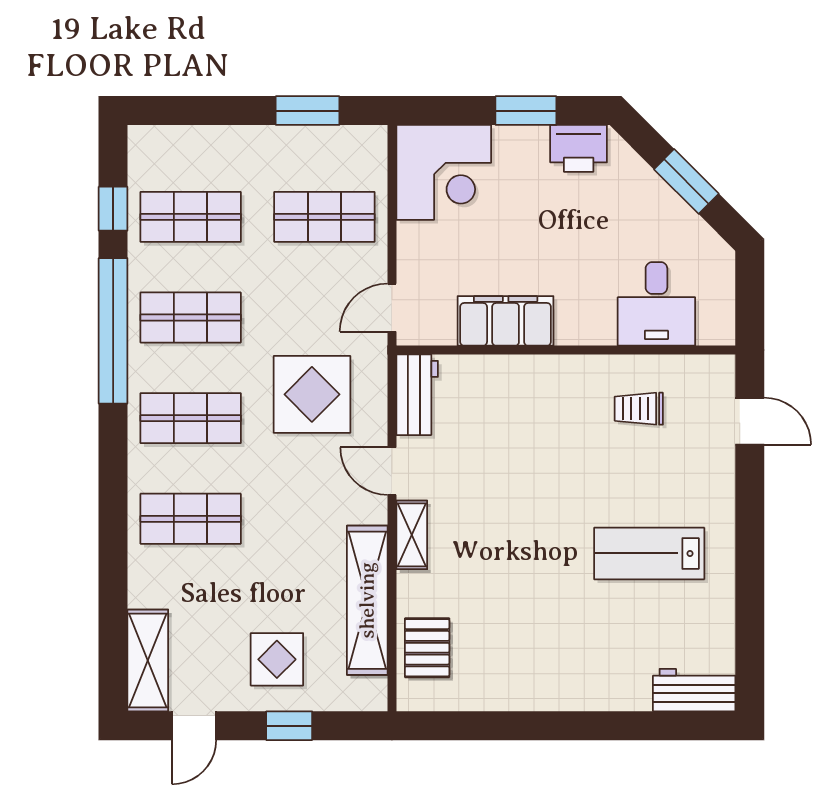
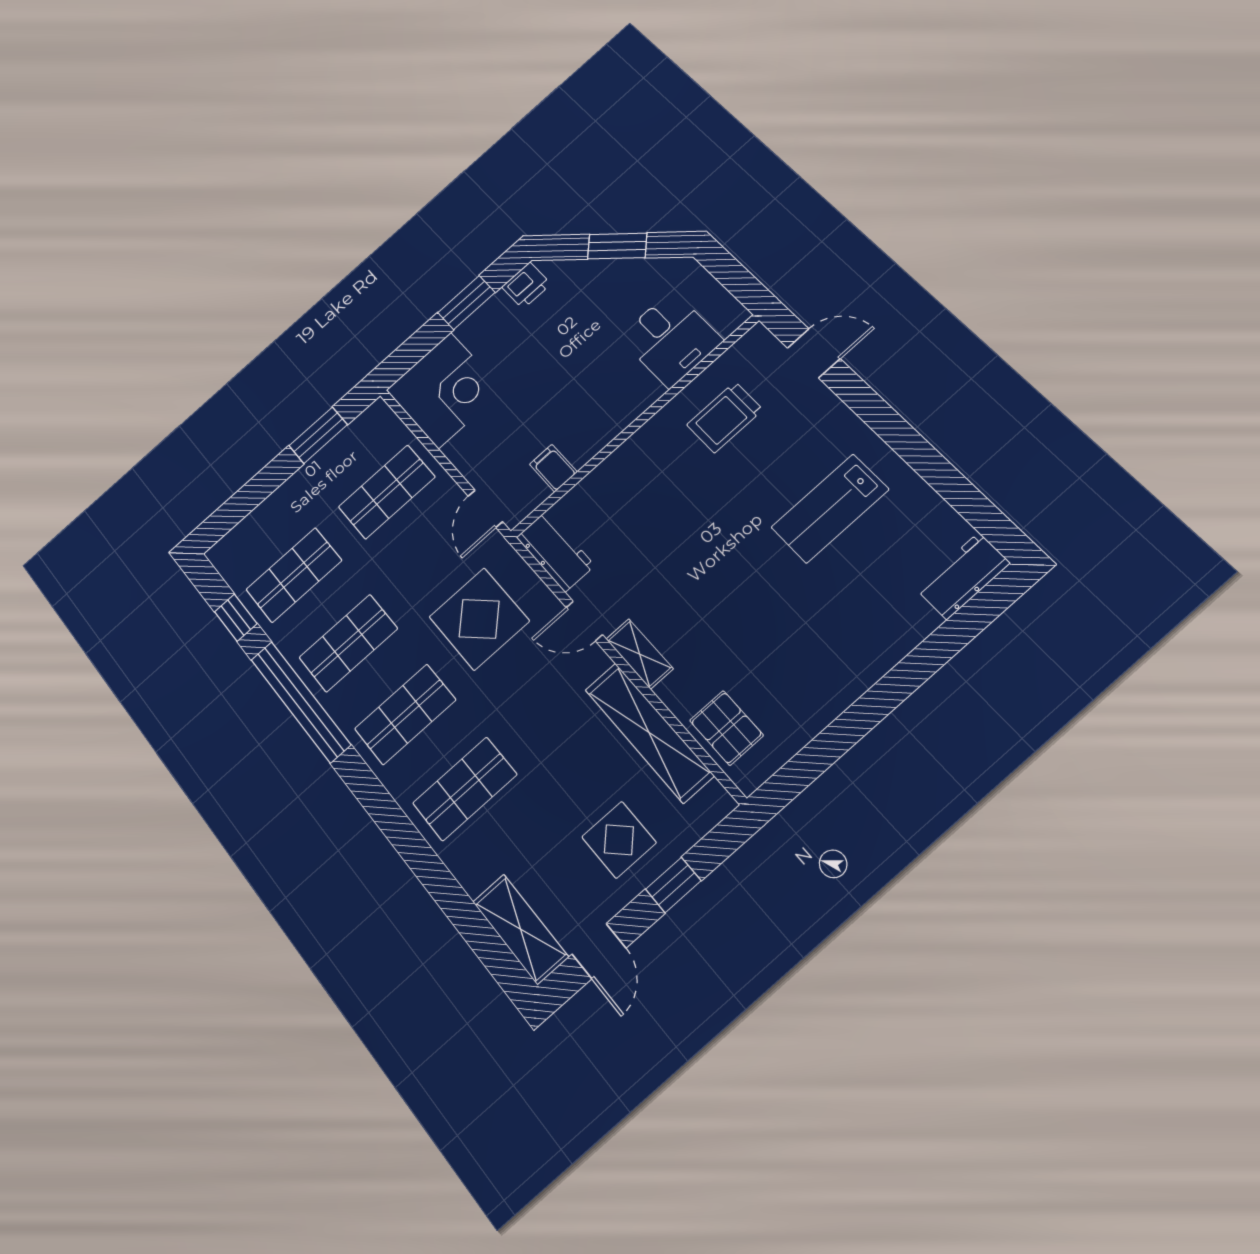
printer: (579, 148) -> (526, 285), width x0.73, depth x0.81
filing cabinet: (506, 321) -> (553, 468), width x0.33, depth x0.86
trolley: (639, 409) -> (725, 417), width x1.36, depth x1.39

